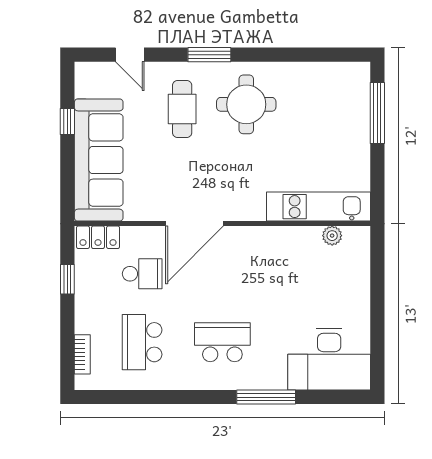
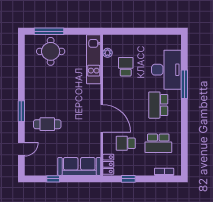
round table: (246, 104) -> (51, 51), moved
sofa: (99, 160) -> (79, 166), width x0.74, depth x0.79
school desk: (142, 274) -> (126, 143), turned -90
school desk: (303, 274) -> (126, 67), added
desk: (329, 359) -> (166, 70), moved

